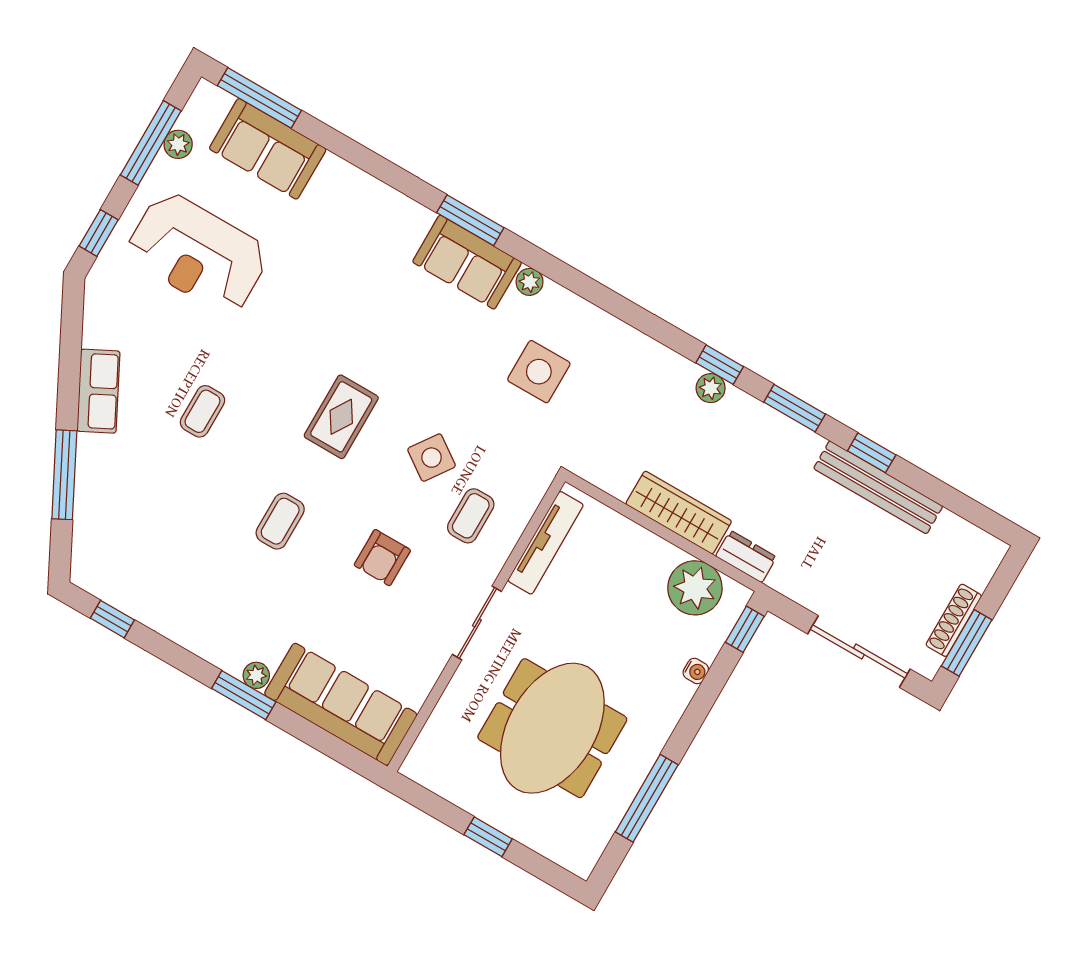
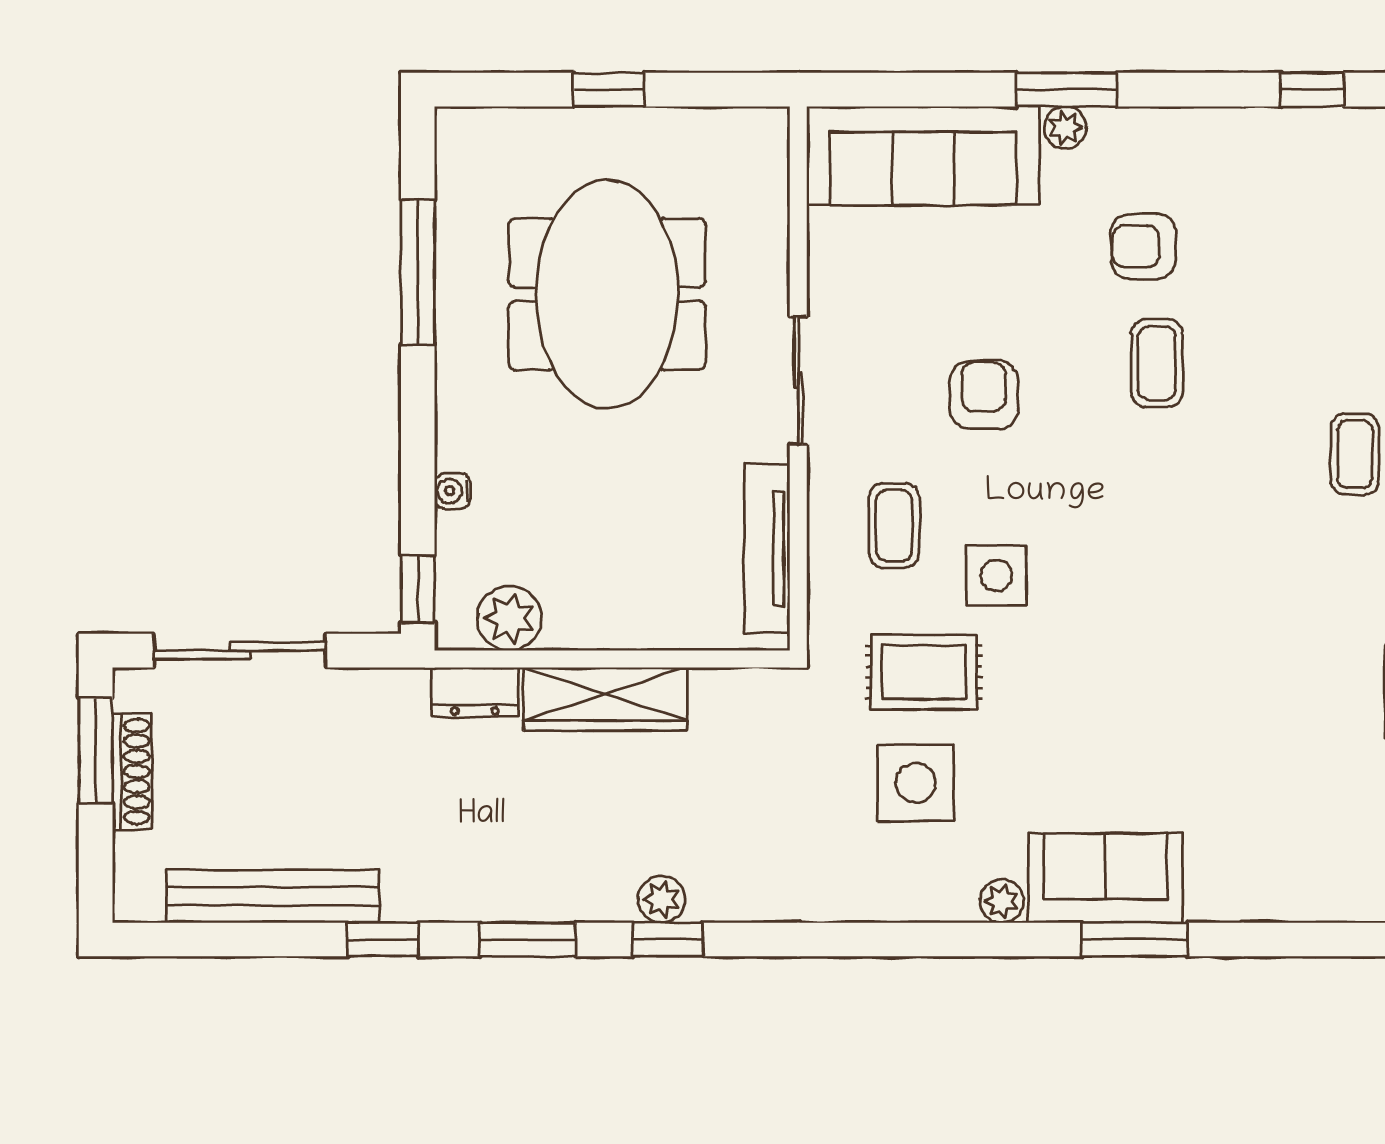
rug: (341, 417) -> (924, 672), moved, turned 90
side table: (432, 458) -> (996, 575), turned -35
bench: (878, 487) -> (273, 896), moved
armchair: (251, 588) -> (1143, 246), added
plant: (695, 588) -> (509, 618), width x0.73, depth x0.73

